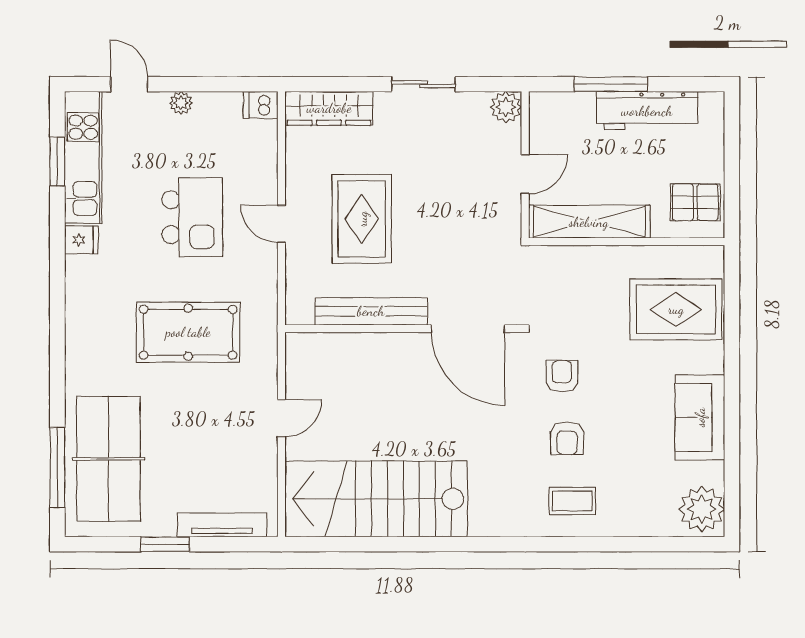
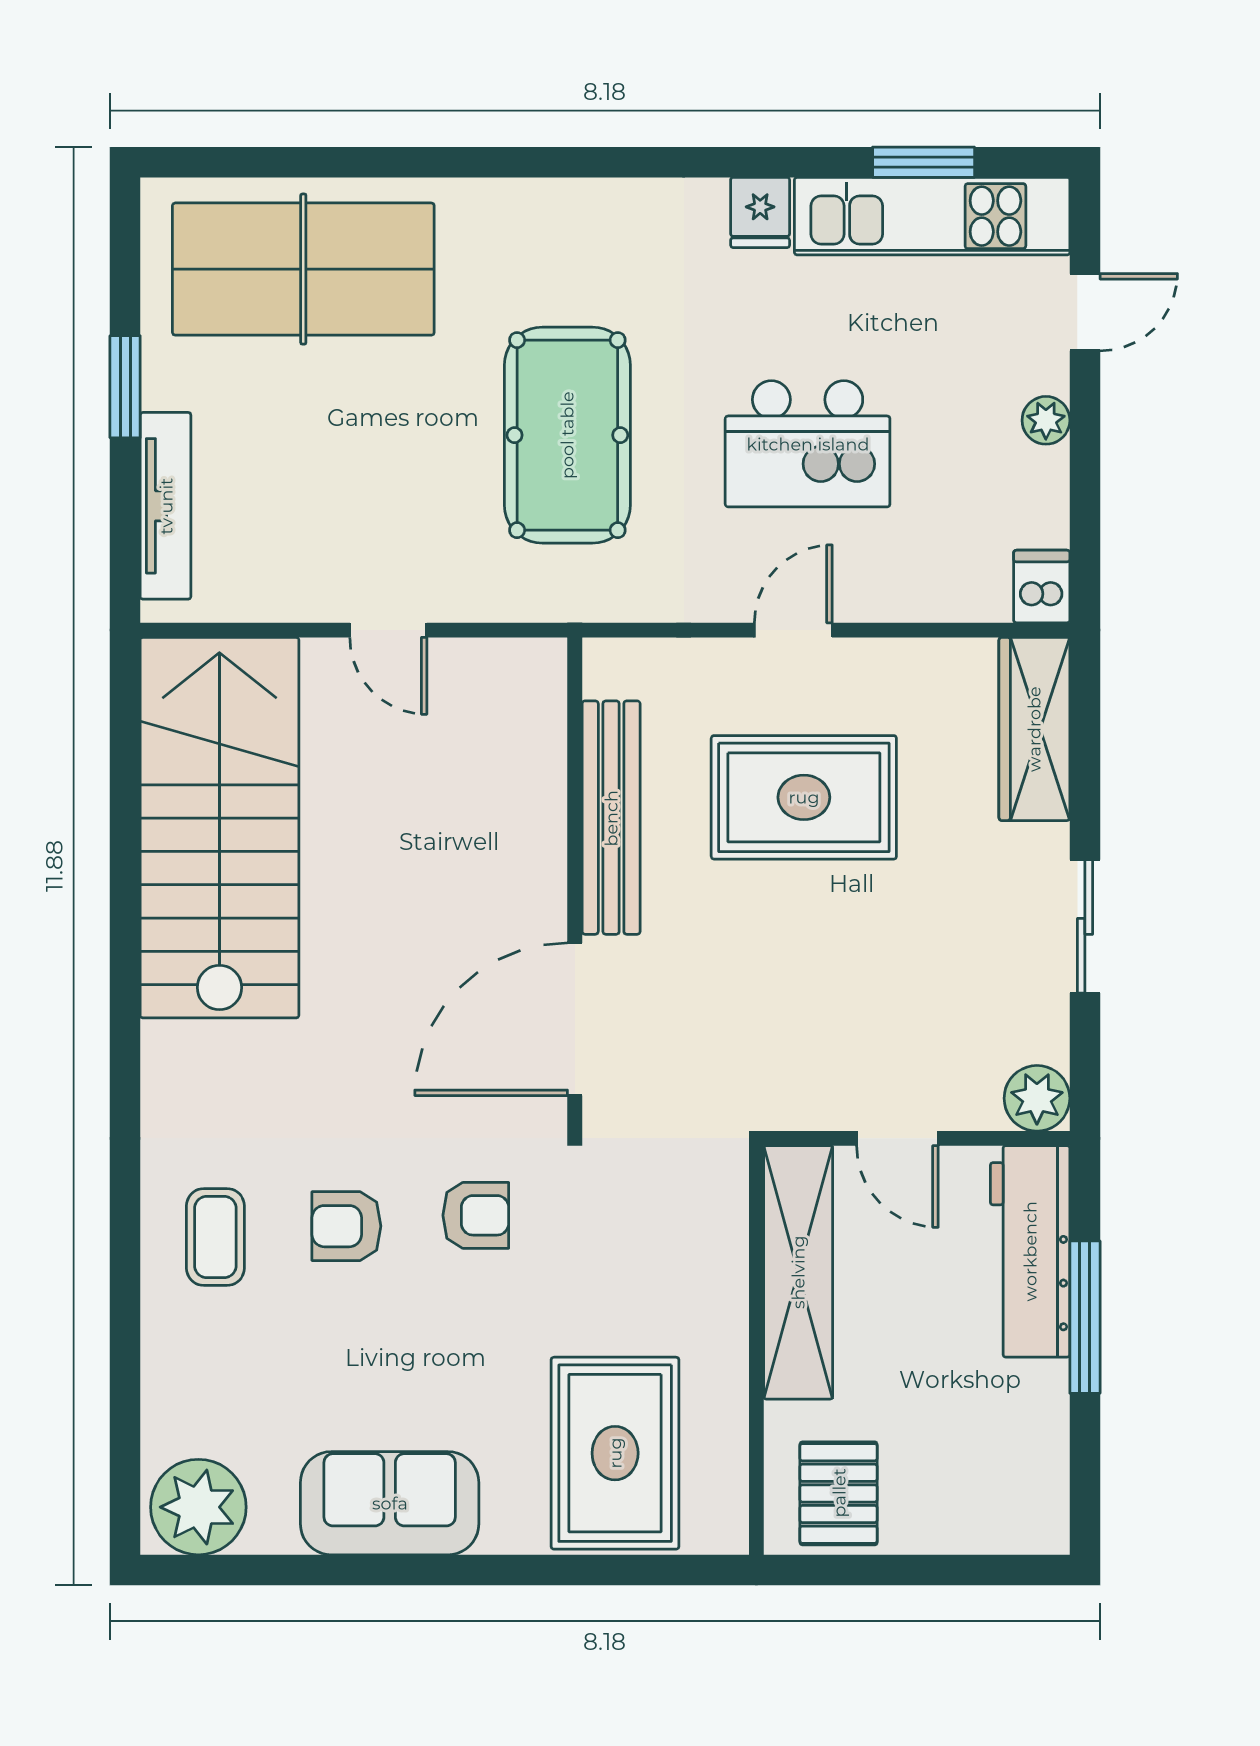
workbench: (647, 111) -> (1030, 1251), moved
window: (57, 468) -> (285, 162), removed

